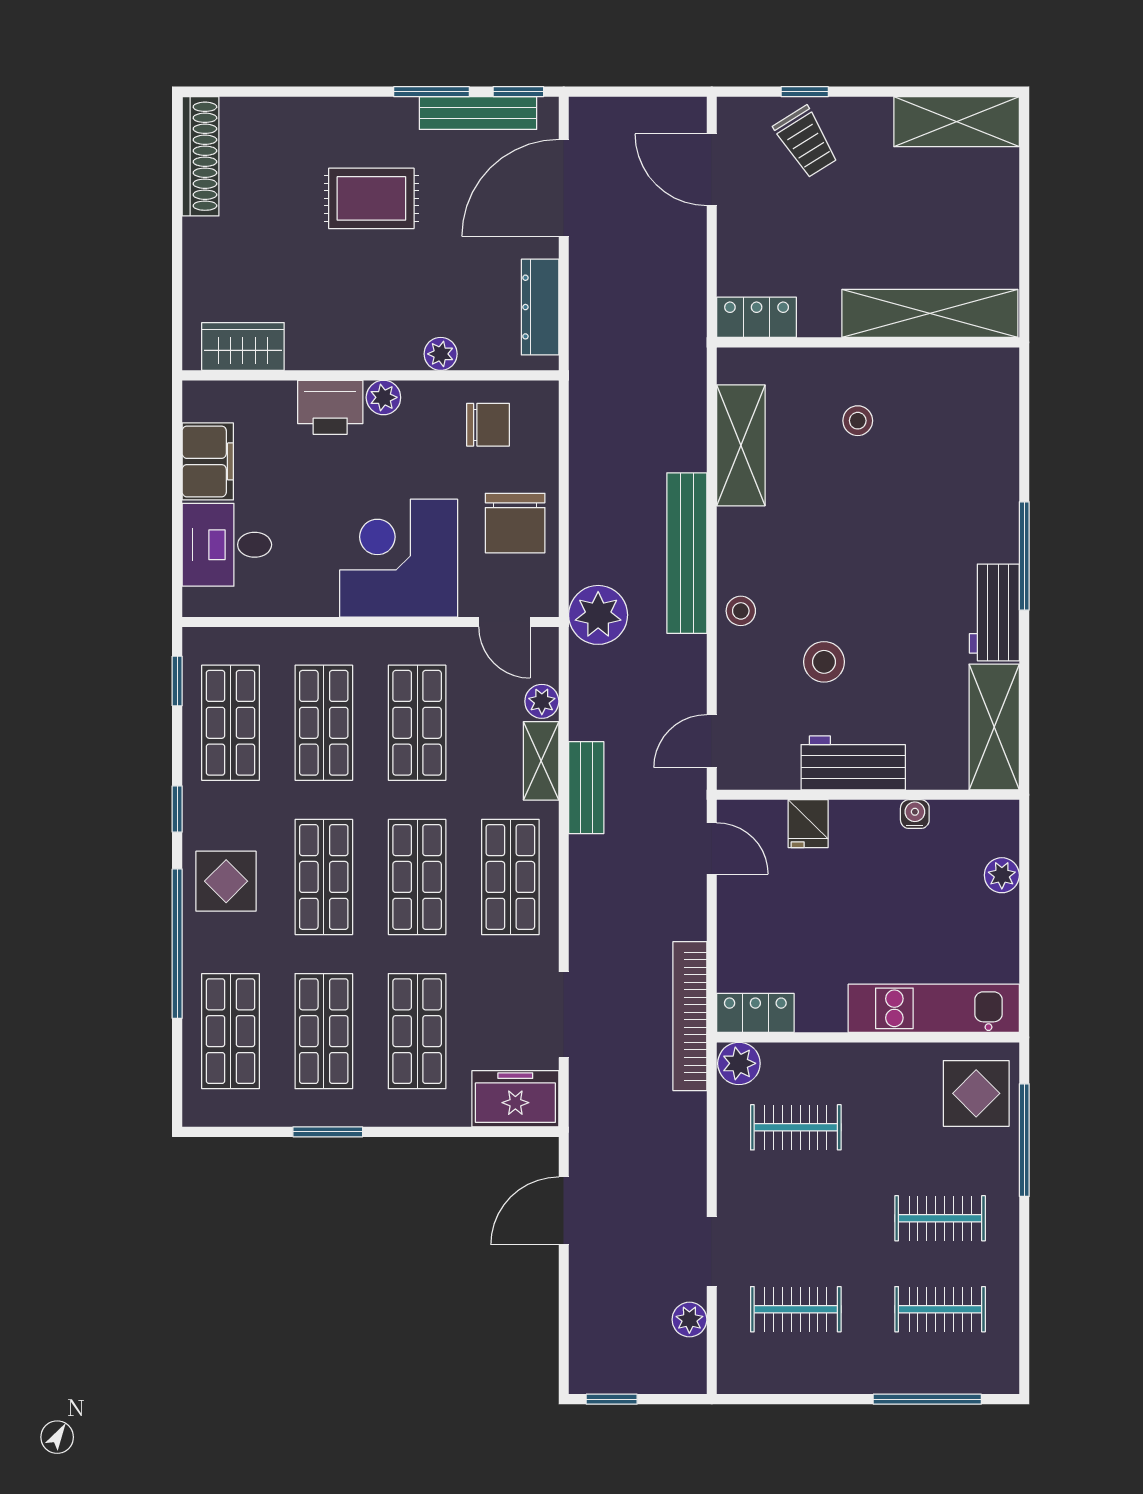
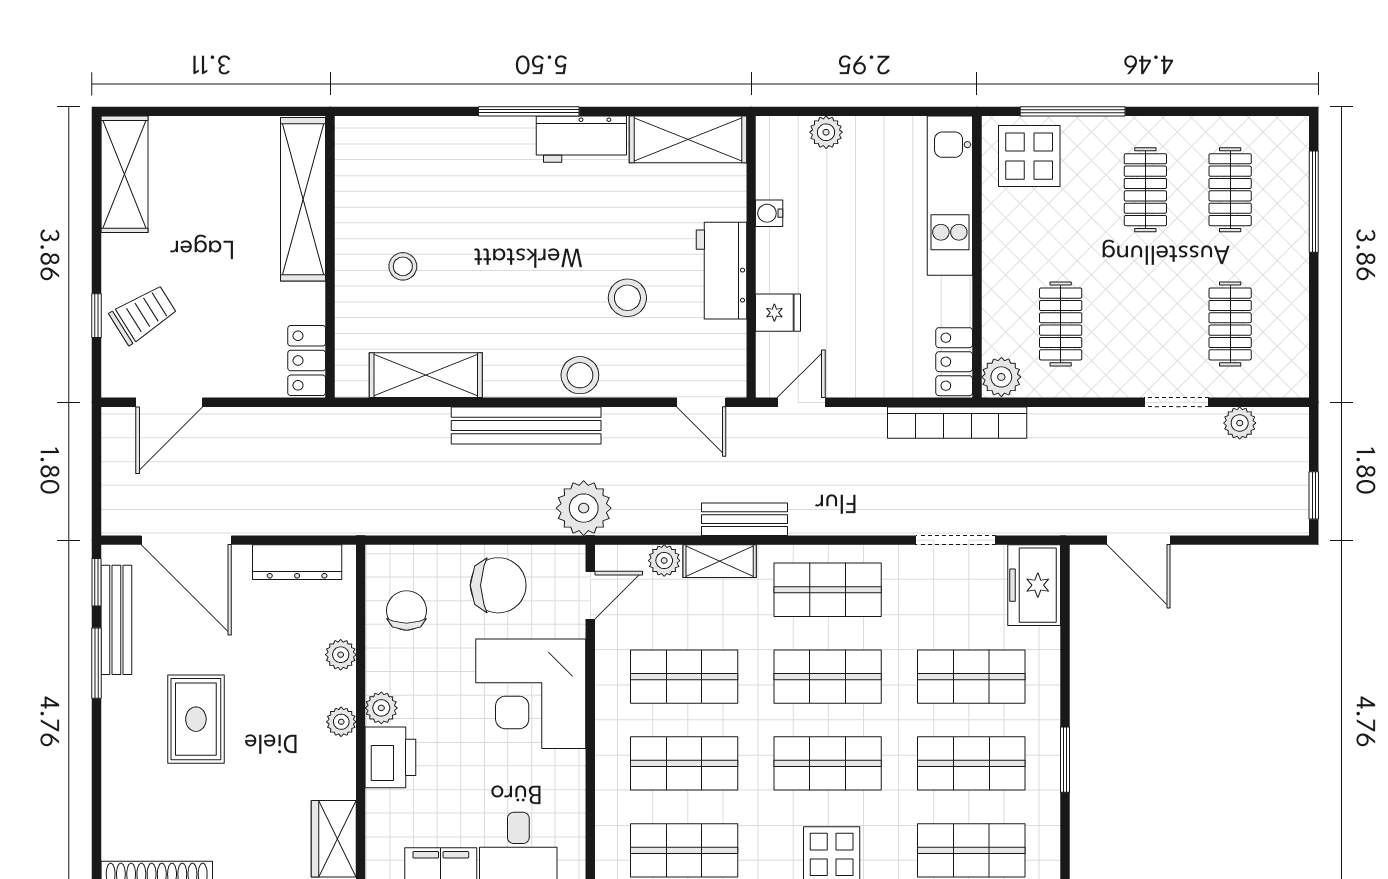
plant: (369, 354) -> (341, 722), added
stool: (741, 611) -> (580, 375), width x1.37, depth x1.37

